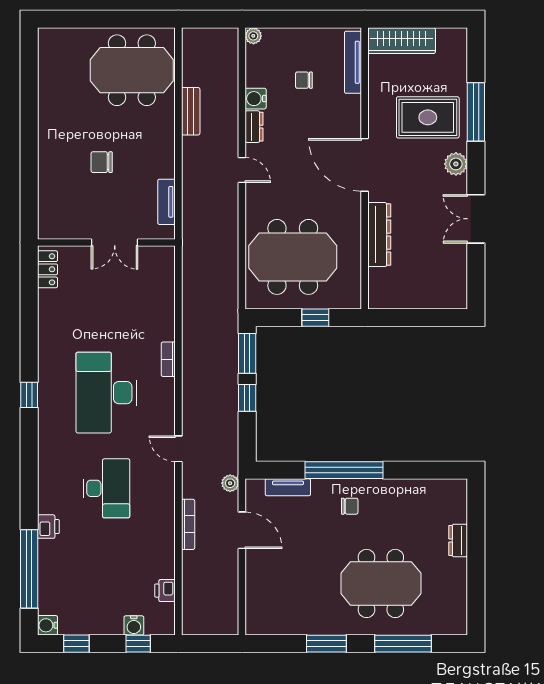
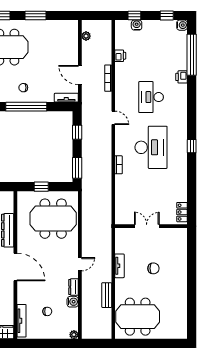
door: (242, 170) -> (80, 264), swing flipped
tv unit: (166, 202) -> (119, 266), moved
window: (247, 398) -> (77, 132), moved
plant: (230, 483) -> (86, 36), moved
tv unit: (288, 487) -> (66, 98), moved
printer: (165, 591) -> (120, 56), moved

